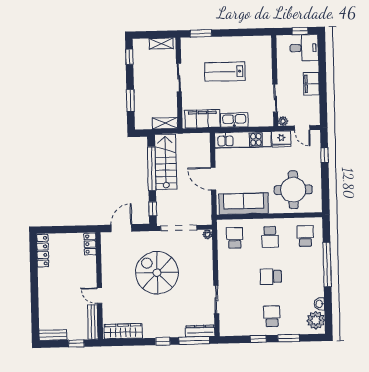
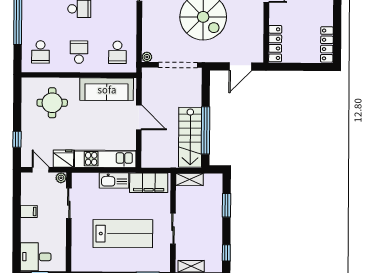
lab bench: (225, 72) -> (123, 234), width x1.36, depth x1.39
filing cabinet: (311, 84) -> (29, 211), width x0.50
round table: (293, 190) -> (52, 103), width x0.73, depth x0.73
window: (153, 209) -> (206, 86), removed
locker: (90, 244) -> (275, 44), width x1.53

